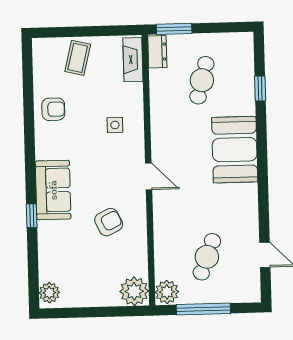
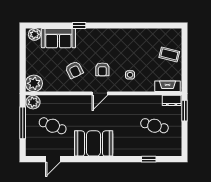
armchair: (53, 109) -> (102, 69), moved
booth: (235, 150) -> (94, 143), moved
sofa: (53, 190) -> (58, 38), moved

